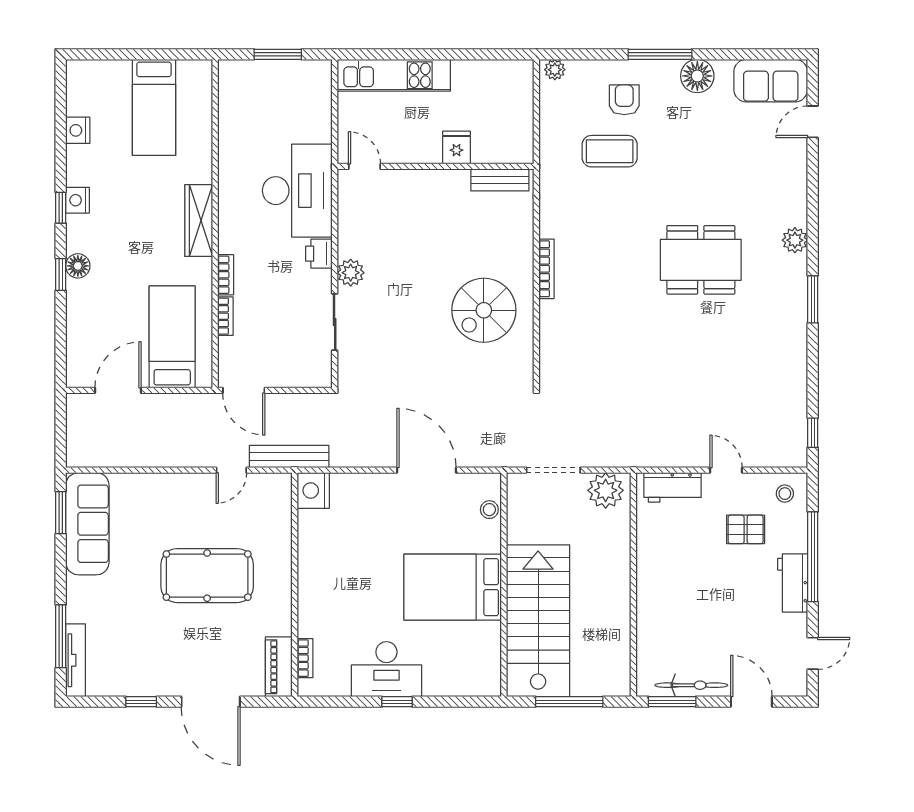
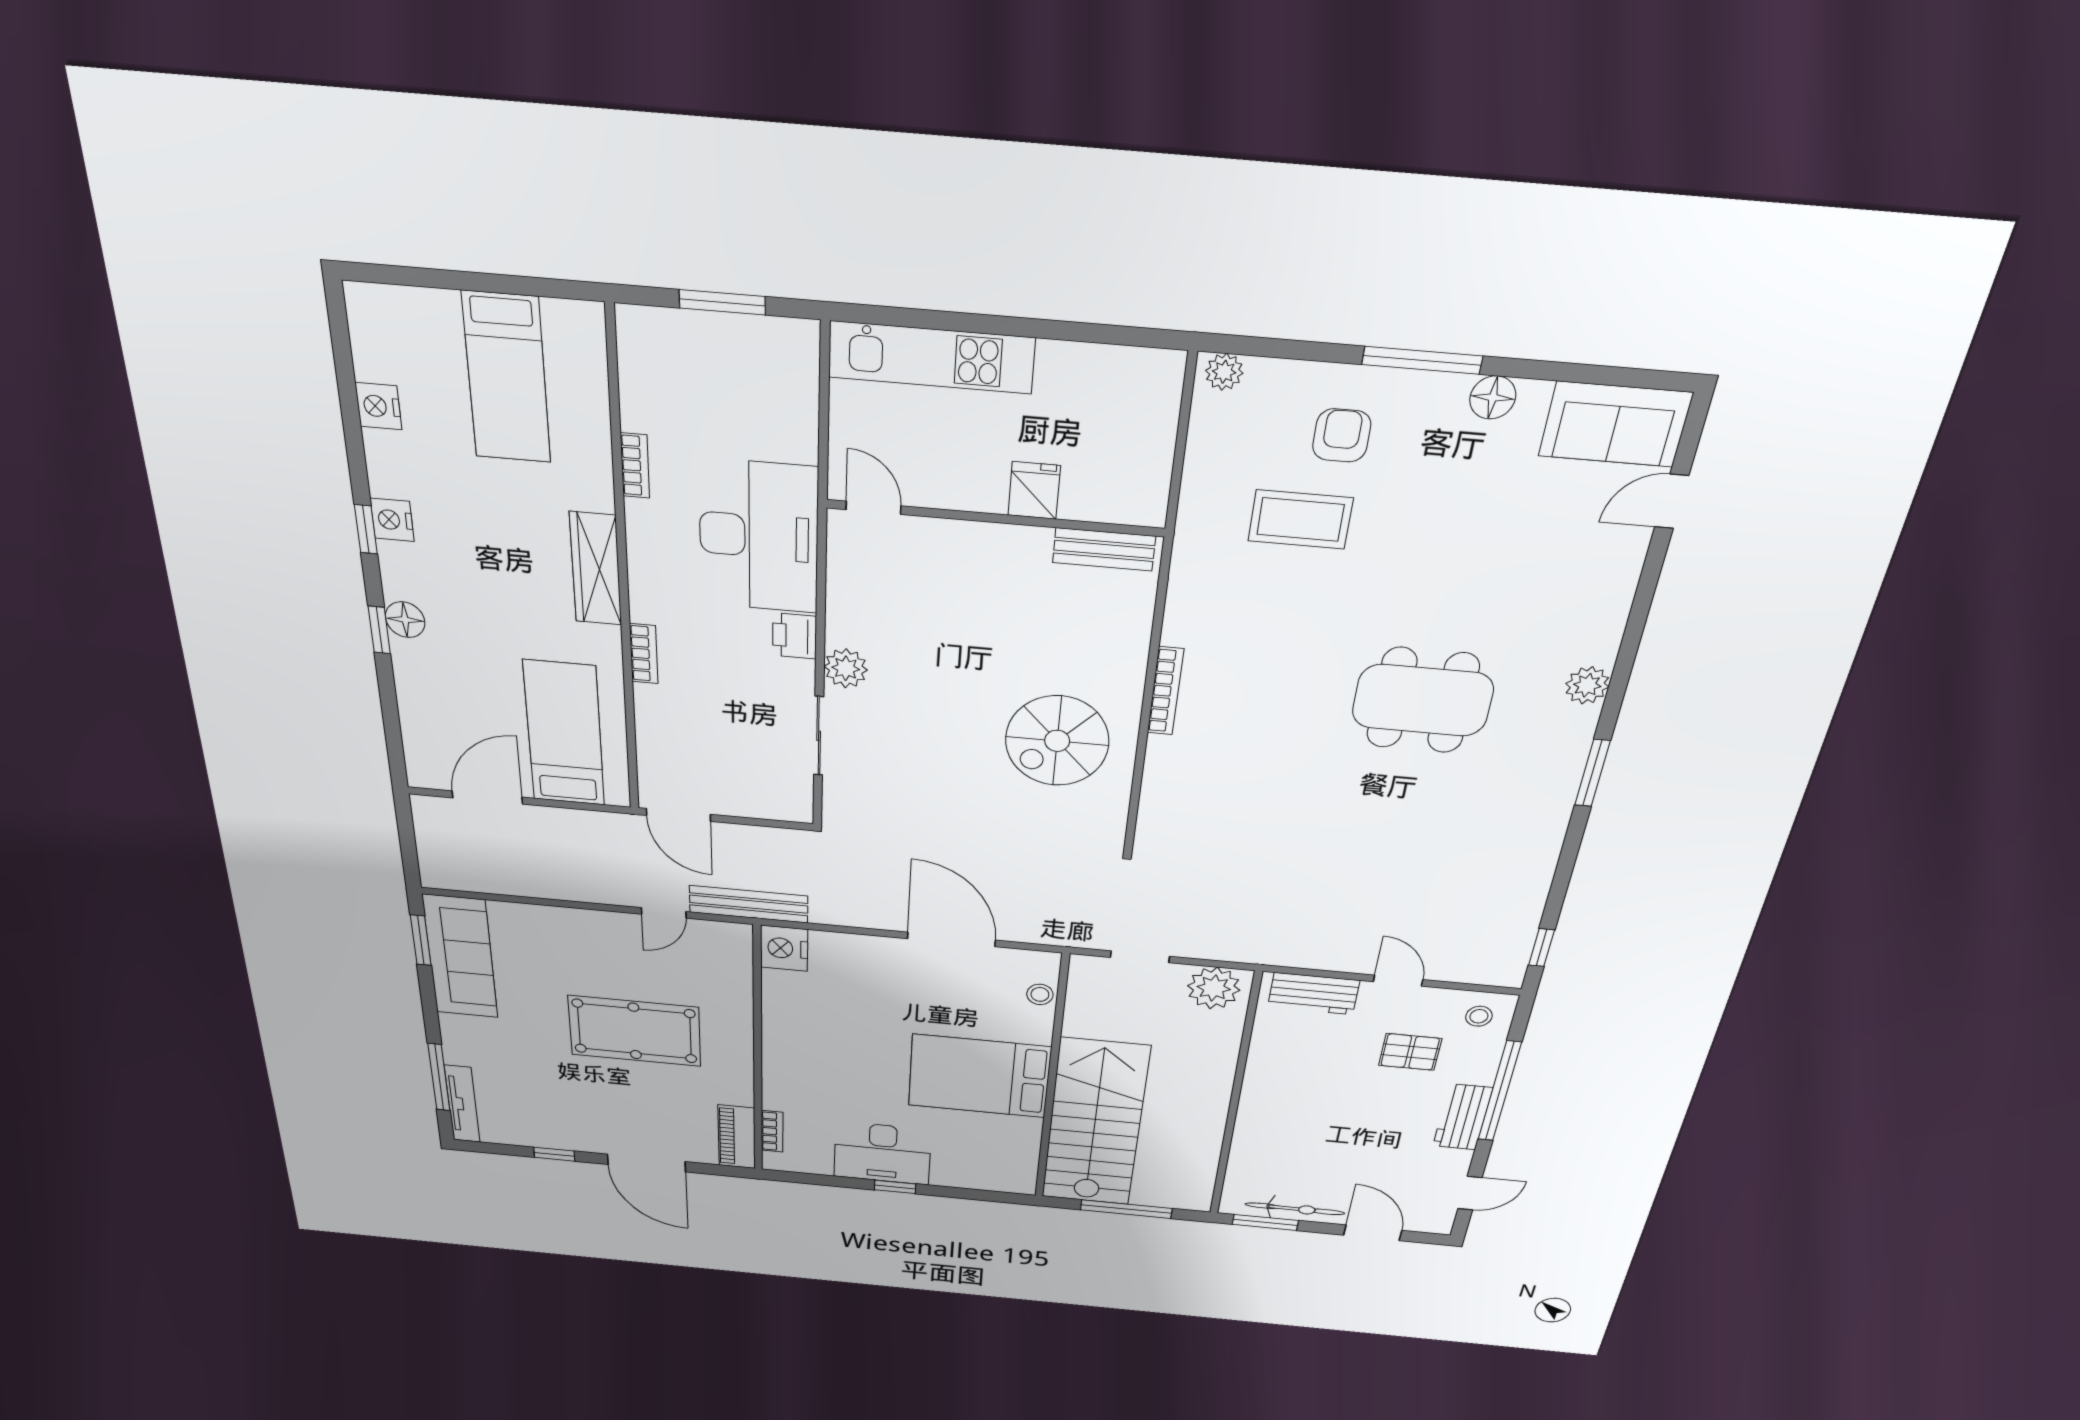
floor lamp: (697, 76) -> (1493, 398), width x0.73, depth x0.73
bookcase: (225, 316) -> (635, 466), moved
doorway: (553, 470) -> (1140, 957), width x0.73

